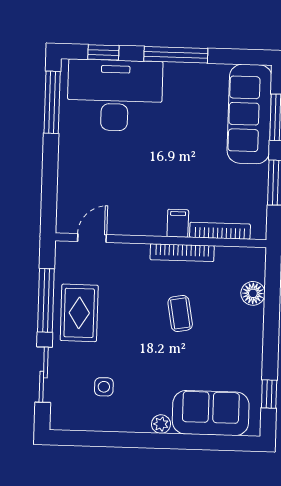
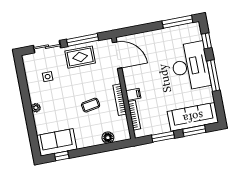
desk: (115, 95) -> (190, 66), moved
door: (92, 238) -> (117, 55), width x1.88
sofa: (211, 413) -> (57, 142), moved, turned -90

